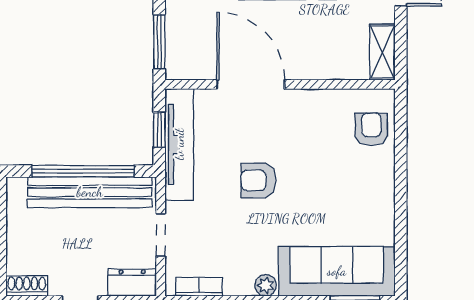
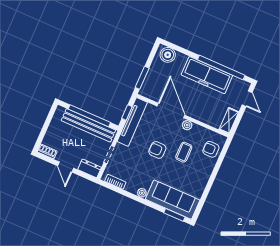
plant: (298, 100) -> (187, 125), added
armchair: (371, 129) -> (211, 149), turned -90
coffee table: (316, 161) -> (184, 152), added

